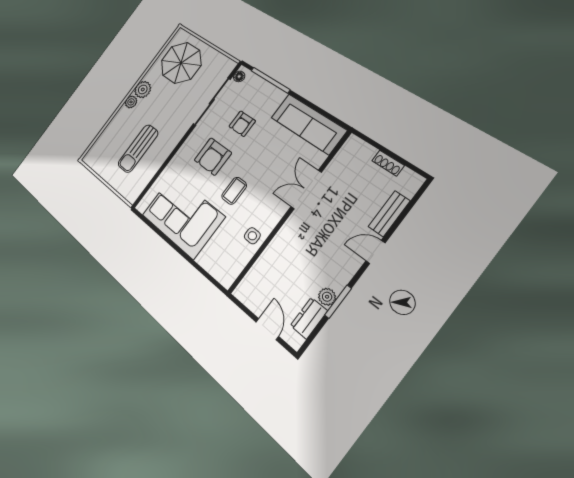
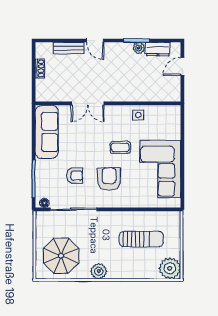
plant: (131, 102) -> (170, 268), moved, width x1.87, depth x1.87
armchair: (213, 157) -> (109, 179), turned -90

